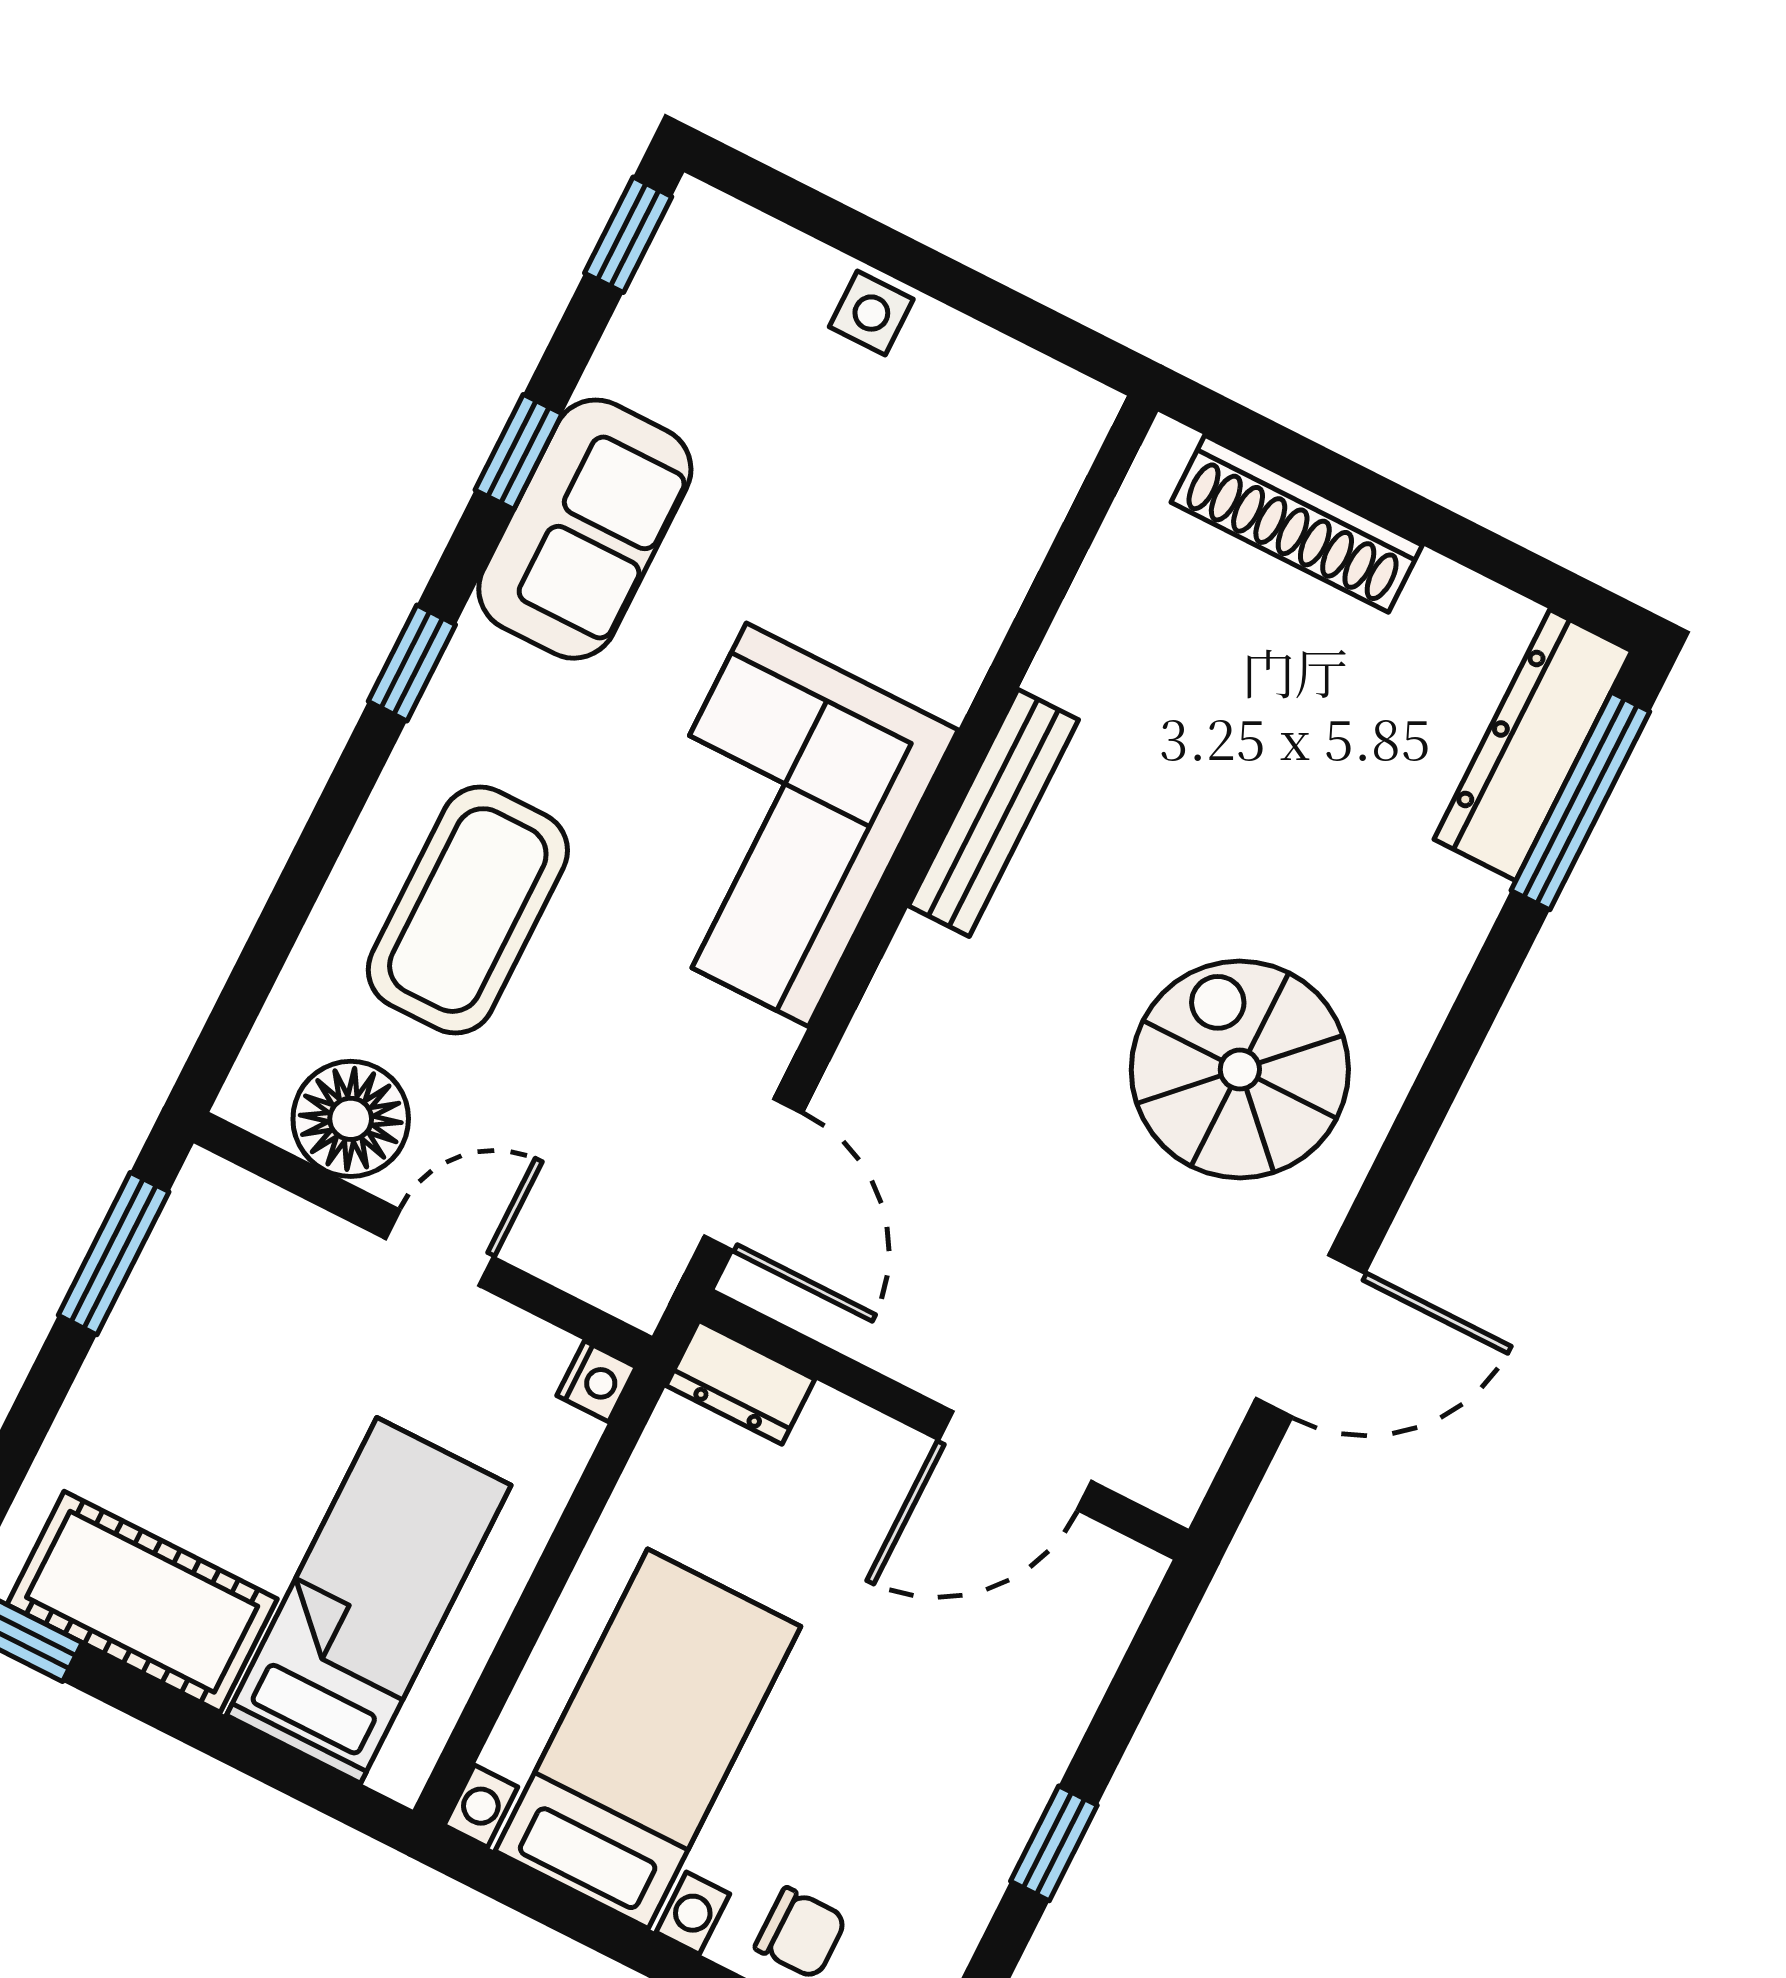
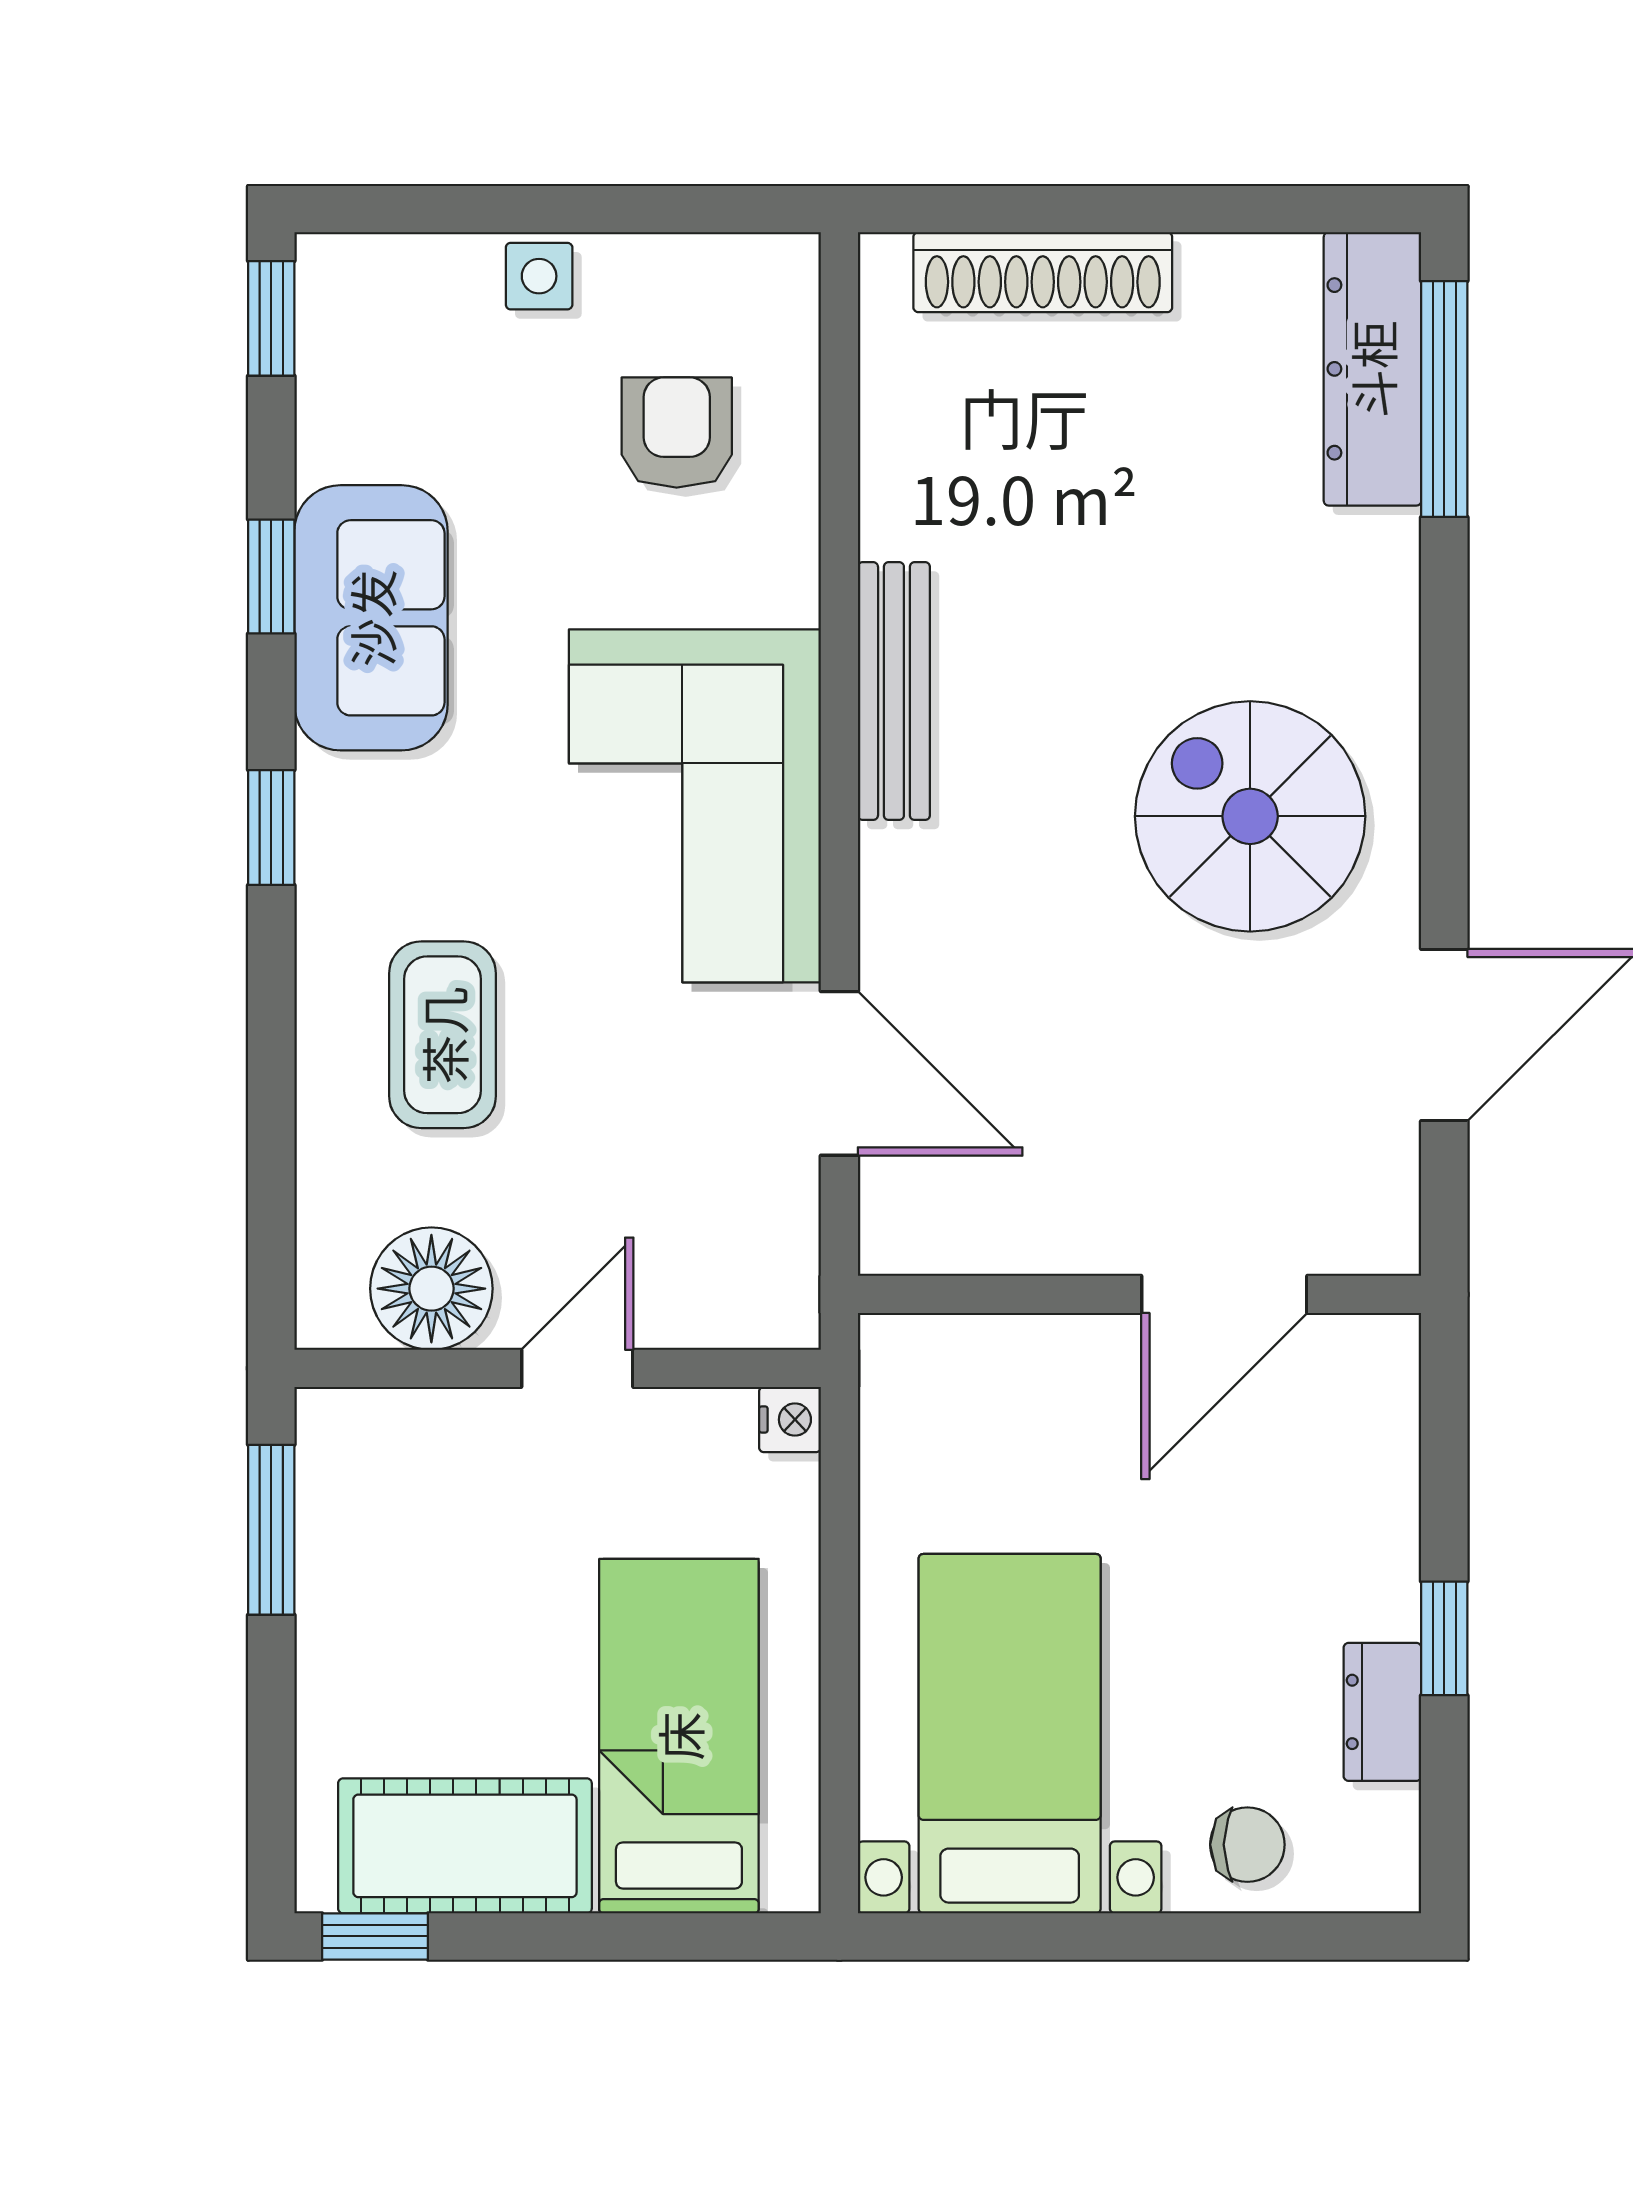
armchair: (921, 503) -> (677, 433), added
coffee table: (468, 910) -> (443, 1035), width x0.73, depth x0.76
door: (753, 1174) -> (839, 1073), moved
dresser: (740, 1382) -> (1382, 1712), moved, turned 90

